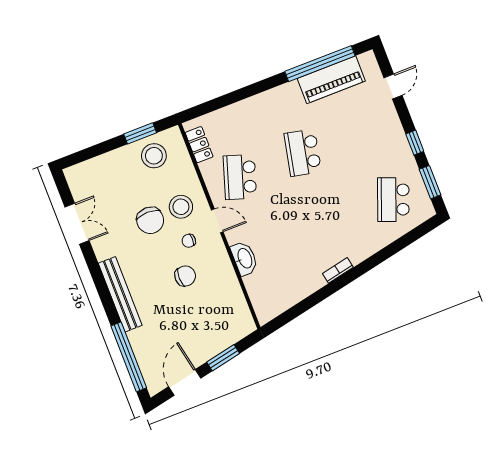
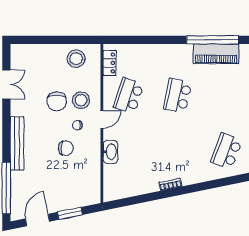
window: (140, 133) -> (73, 40), removed
door: (217, 221) -> (102, 119), hinge flipped

